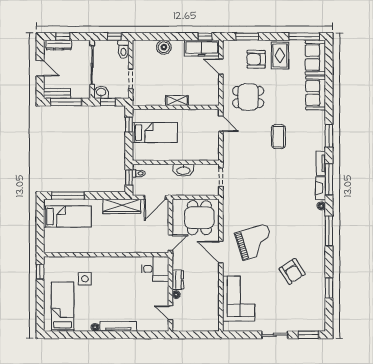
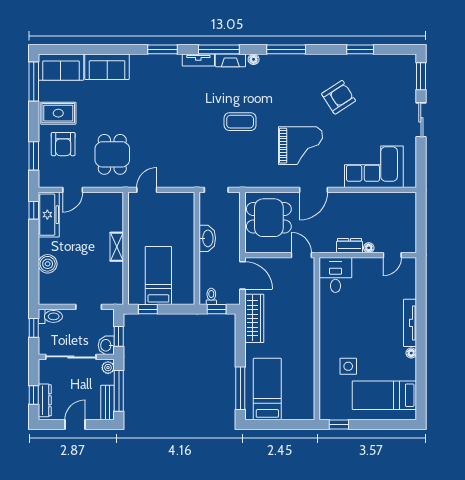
plant: (84, 94) -> (108, 368), added
coffee table: (278, 137) -> (240, 122), moved
grand piano: (255, 242) -> (301, 146), turned 107

